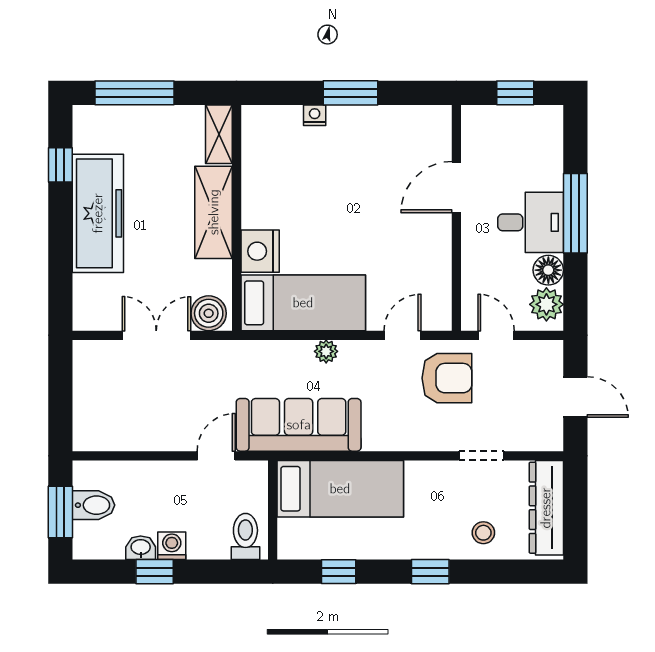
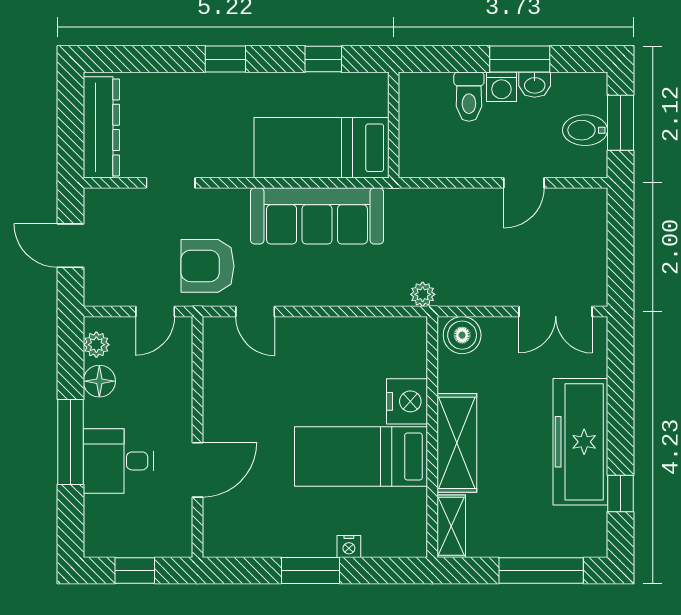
desk: (531, 222) -> (118, 461), moved
bed: (303, 303) -> (361, 457), moved
plant: (546, 304) -> (96, 345), width x0.73, depth x0.73
double door: (156, 335) -> (556, 312), moved
door: (402, 335) -> (255, 312), hinge flipped
door: (496, 335) -> (155, 312), hinge flipped
plant: (326, 351) -> (423, 294), moved
sofa: (299, 425) -> (317, 216), moved
door: (216, 456) -> (524, 183), moved
stool: (483, 533) -> (169, 101), removed
toilet: (245, 536) -> (469, 97), moved
window: (155, 572) -> (520, 59), width x1.50

